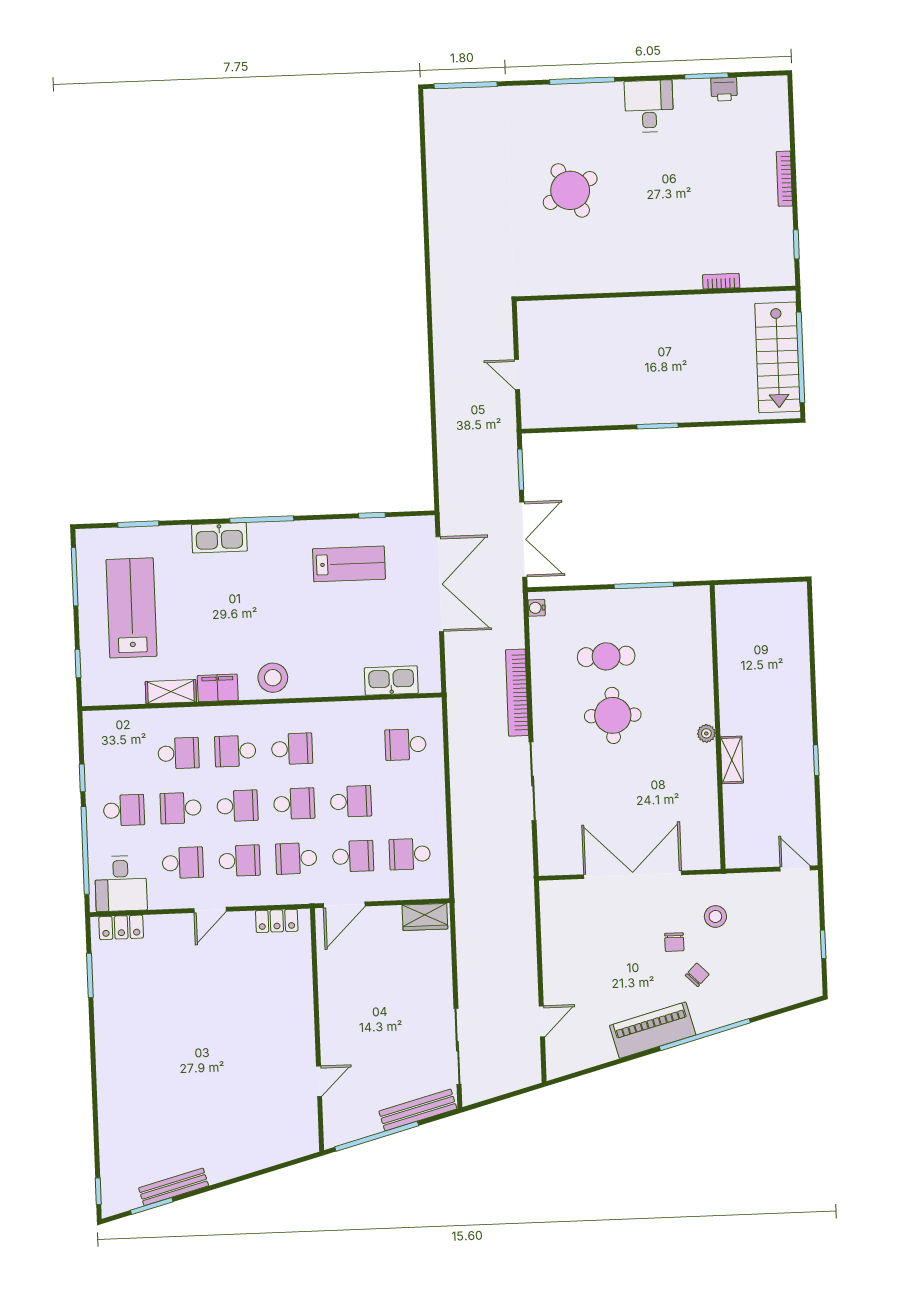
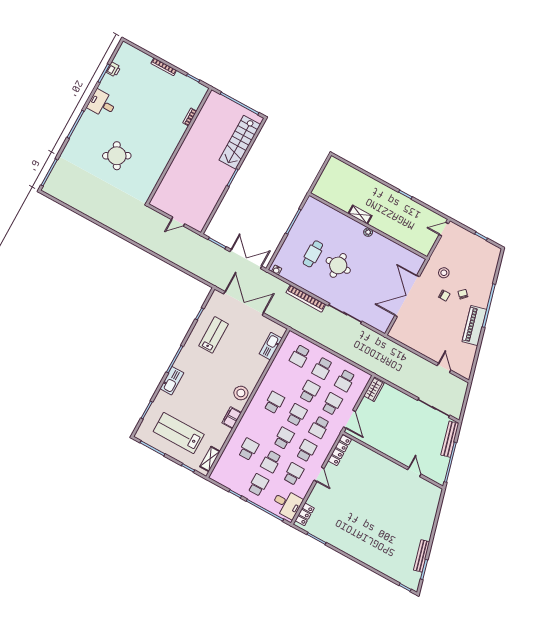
stairs: (778, 357) -> (240, 142), moved, turned 90
shelving: (171, 692) -> (210, 459), moved
school desk: (235, 751) -> (322, 368), moved
shelving: (732, 760) -> (360, 215), moved
locker: (277, 921) -> (340, 450), width x1.53

